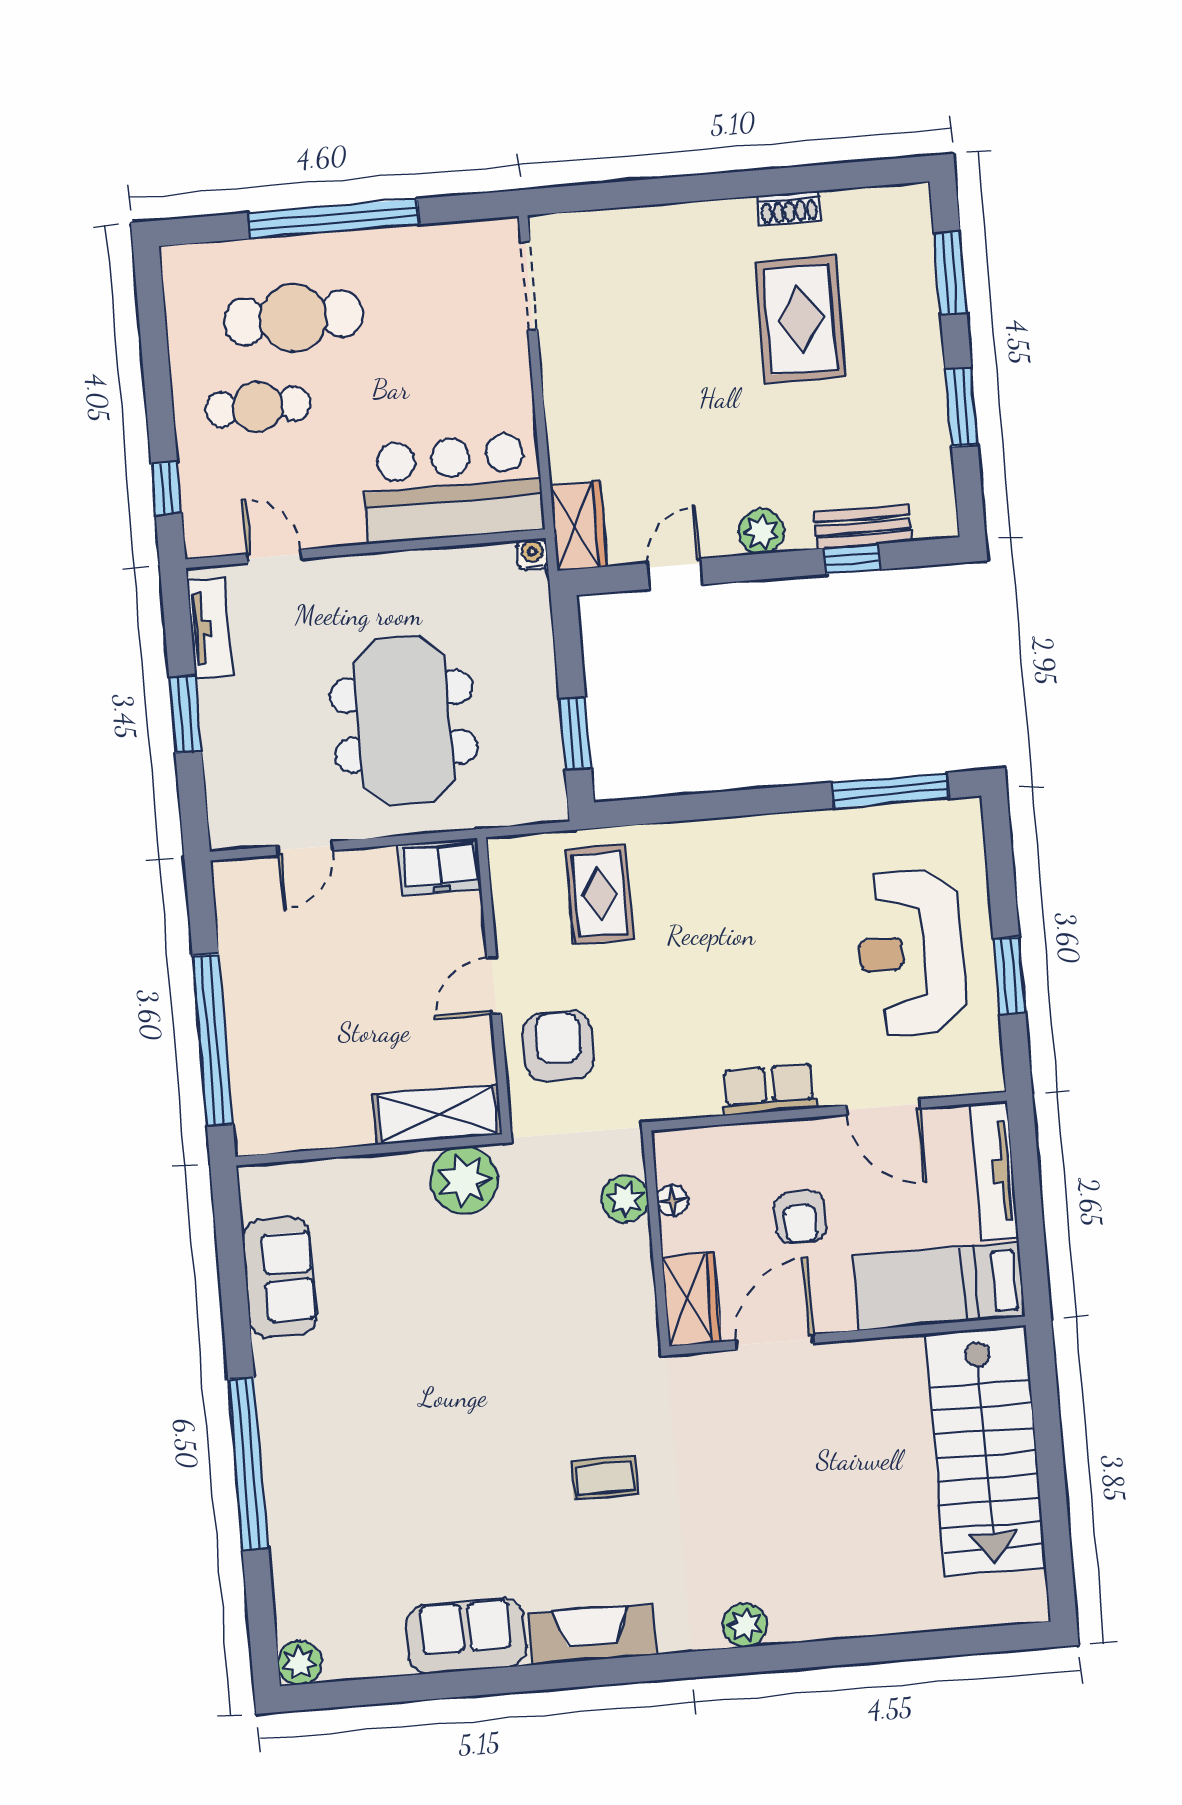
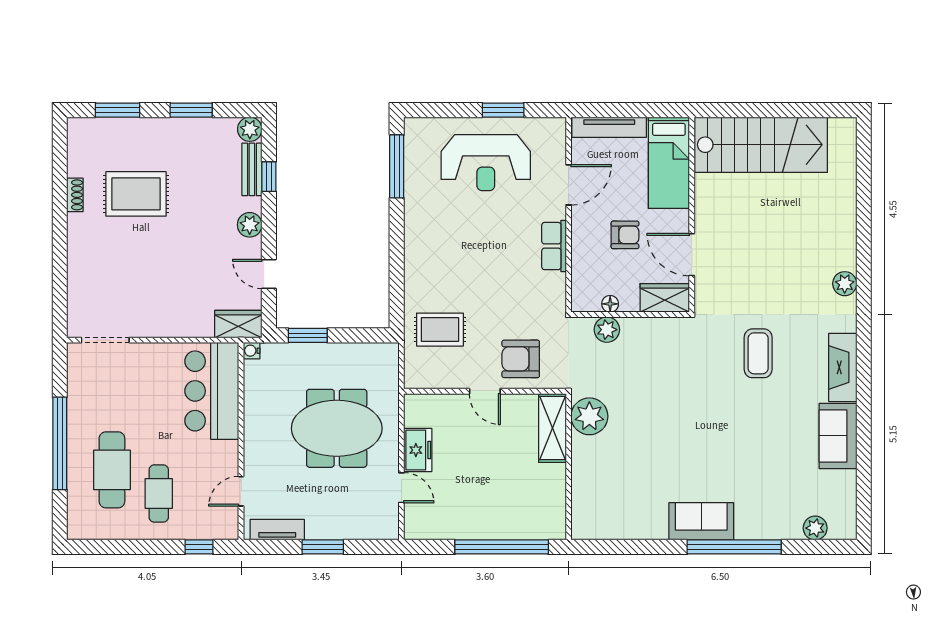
plant: (936, 517) -> (250, 129), added
window: (575, 733) -> (308, 335), moved
freezer: (440, 867) -> (418, 450), moved
sofa: (280, 1277) -> (701, 521), moved
coffee table: (605, 1478) -> (758, 353), width x1.36, depth x1.30
plant: (300, 1663) -> (815, 528), moved

